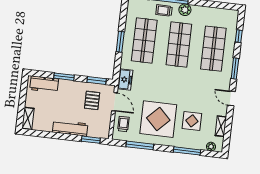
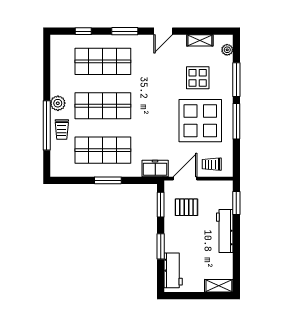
window: (140, 145) -> (236, 121), moved

